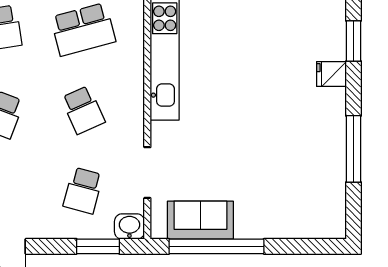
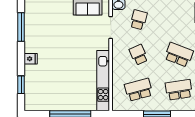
fridge: (331, 74) -> (31, 59), moved
window: (353, 149) -> (21, 27), moved

